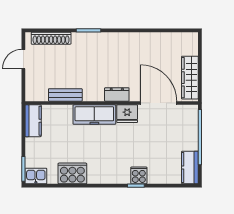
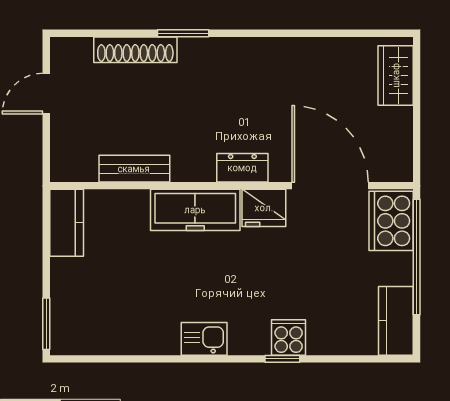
shoe rack: (51, 38) -> (135, 50), moved
wardrobe: (190, 78) -> (396, 75), moved, width x0.67
cooker: (72, 173) -> (391, 221), moved, turned -90
kitchen sink: (36, 176) -> (204, 339), moved

